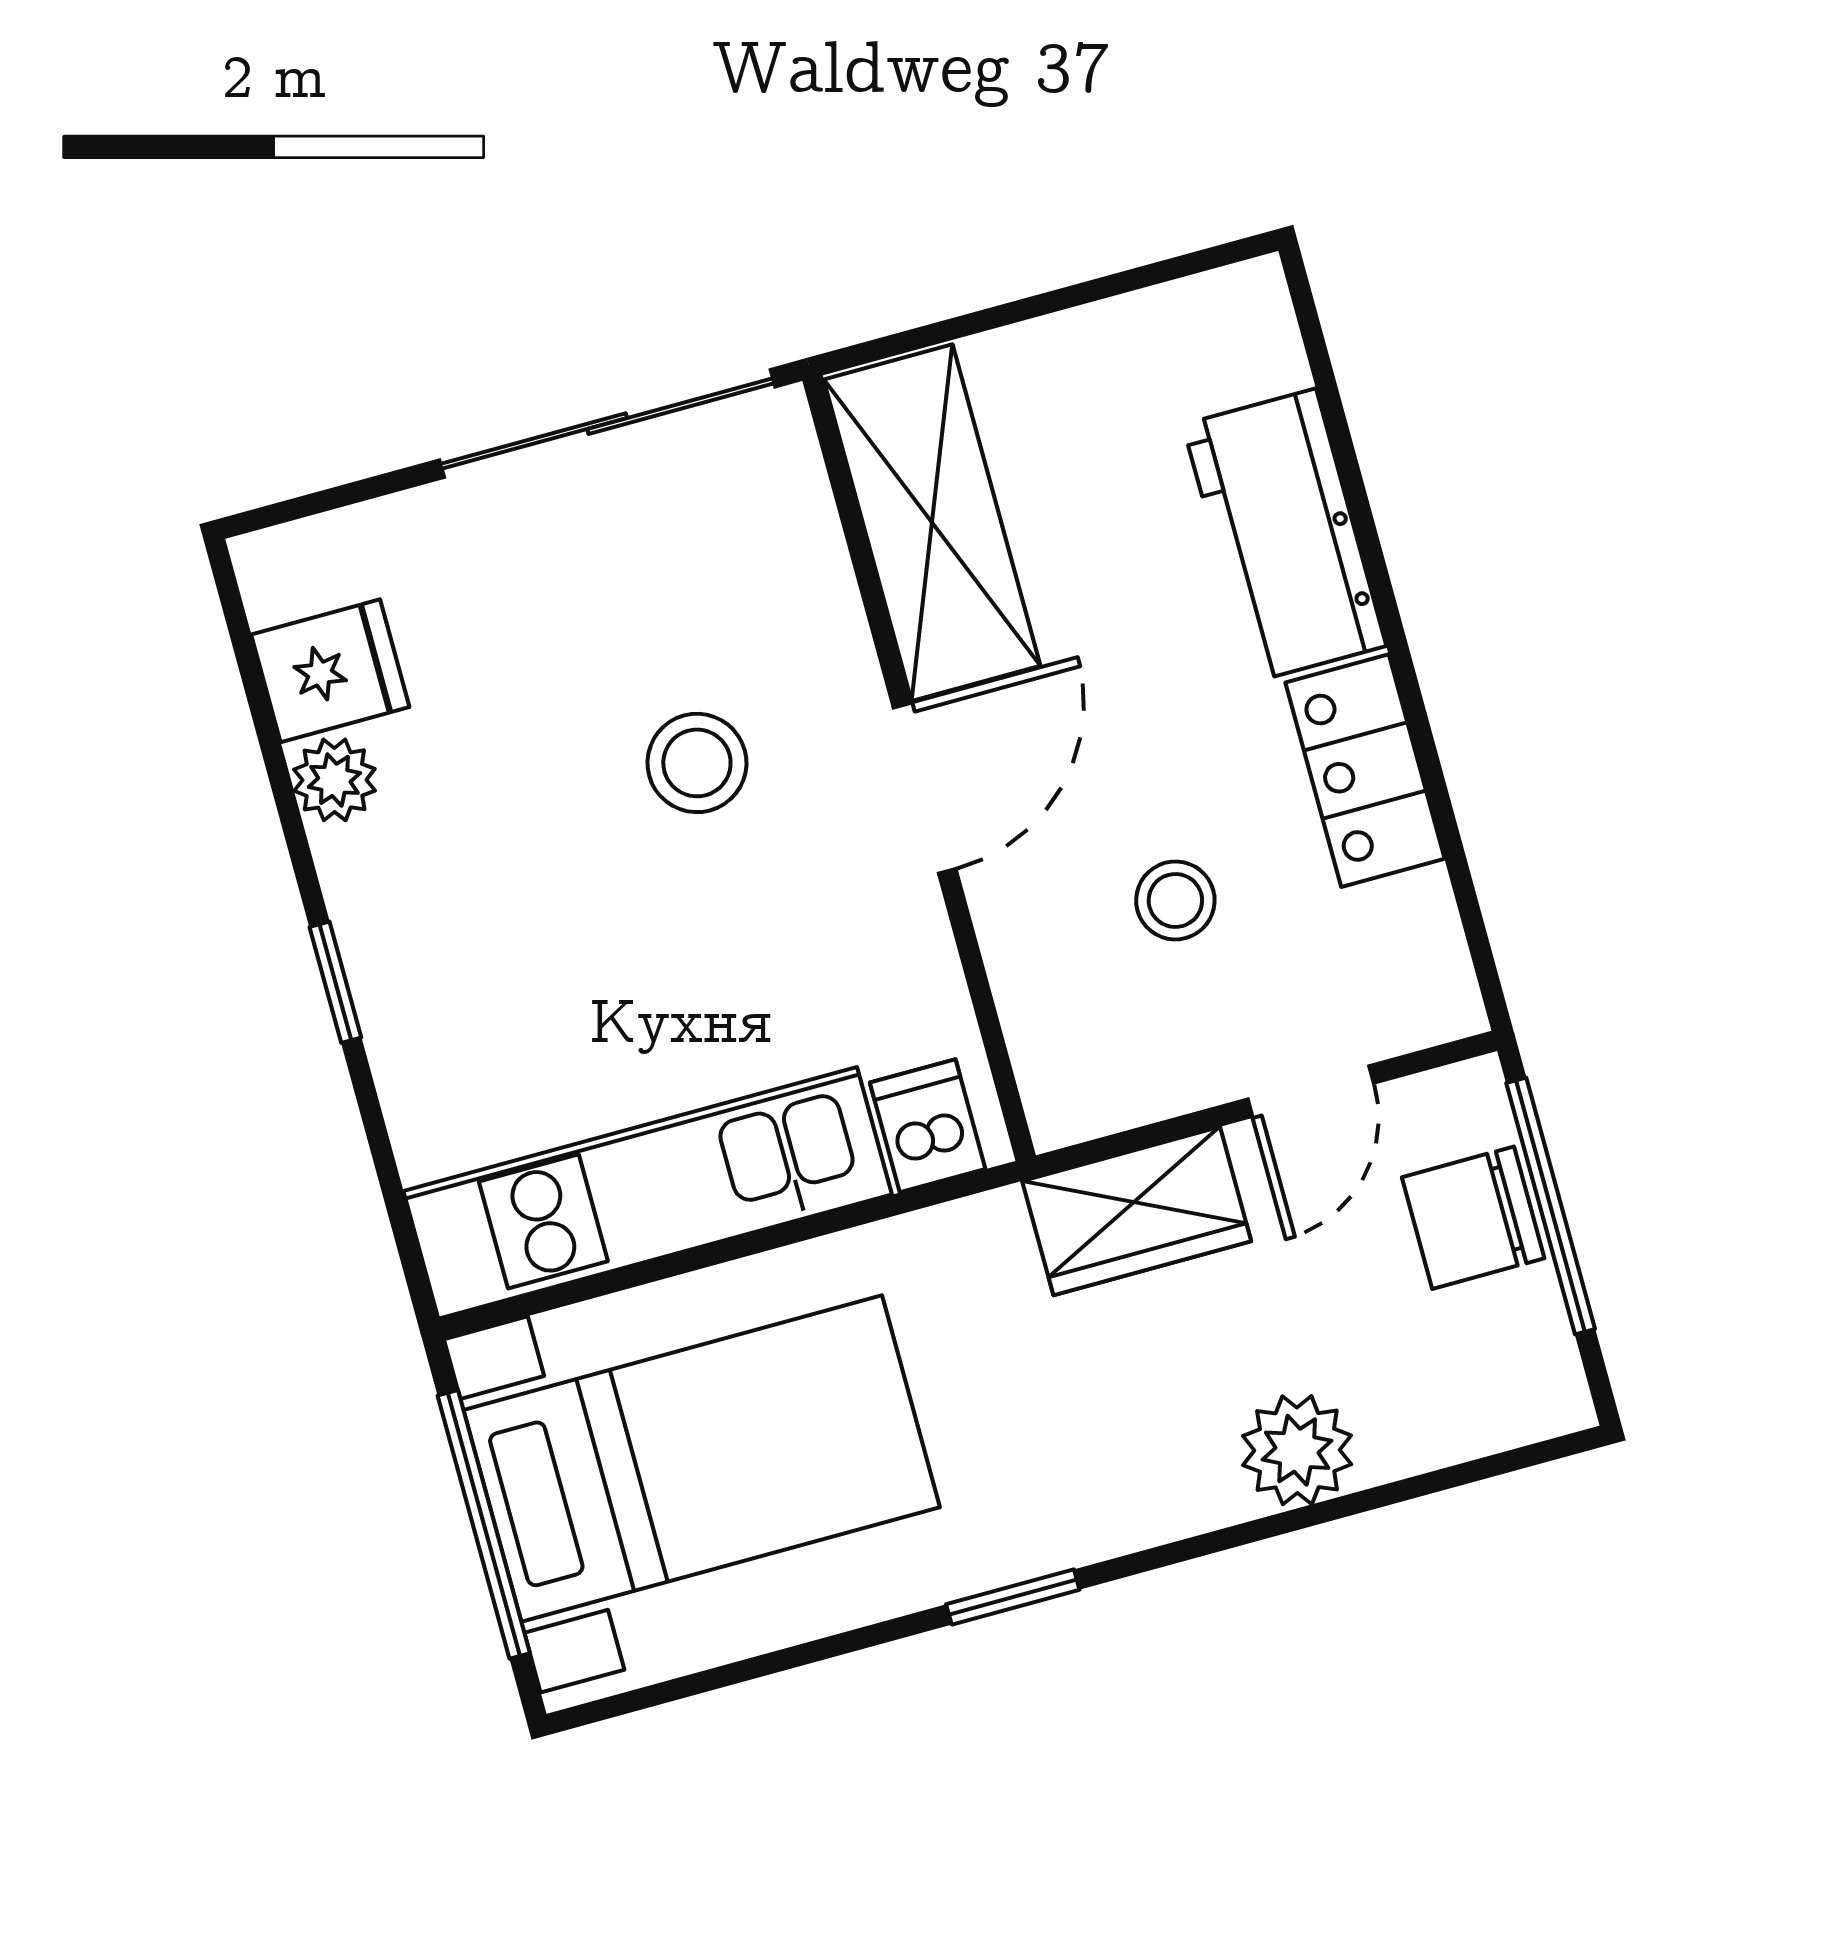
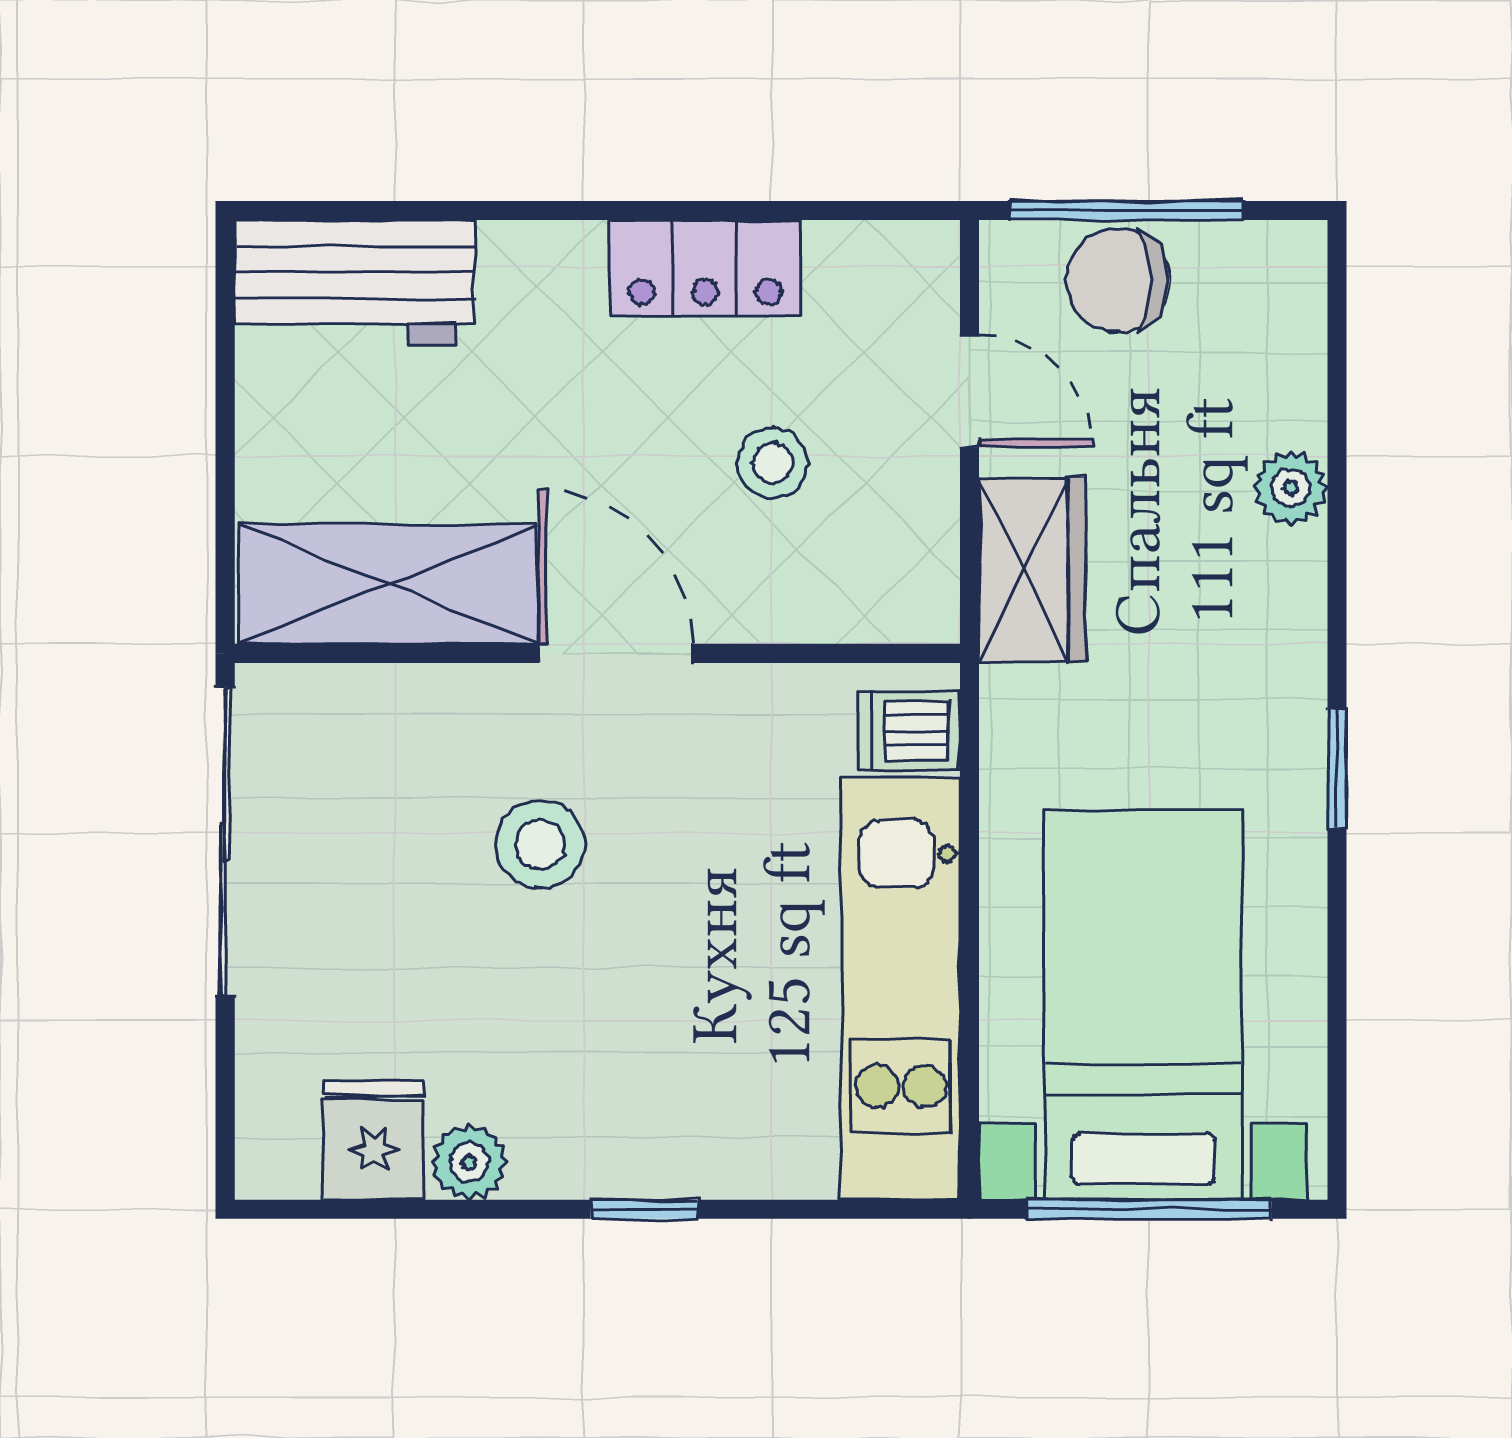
workbench: (1285, 535) -> (355, 282), moved
chair: (1473, 1218) -> (1118, 280), turned 90
plant: (1297, 1450) -> (1291, 488), width x0.73, depth x0.73

